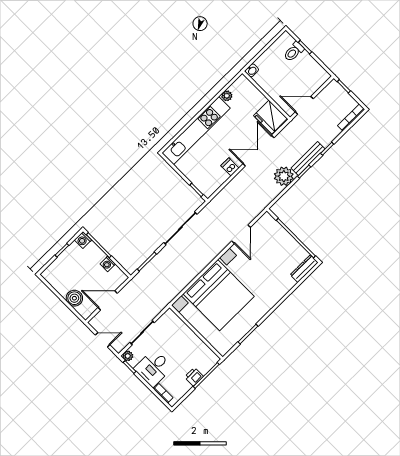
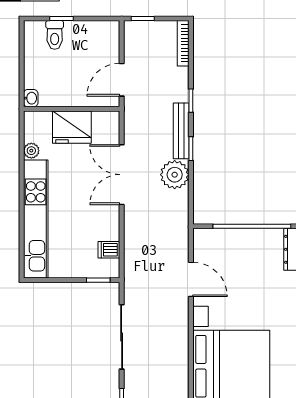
fridge: (270, 117) -> (72, 127), moved
dishwasher: (230, 167) -> (109, 250), moved

